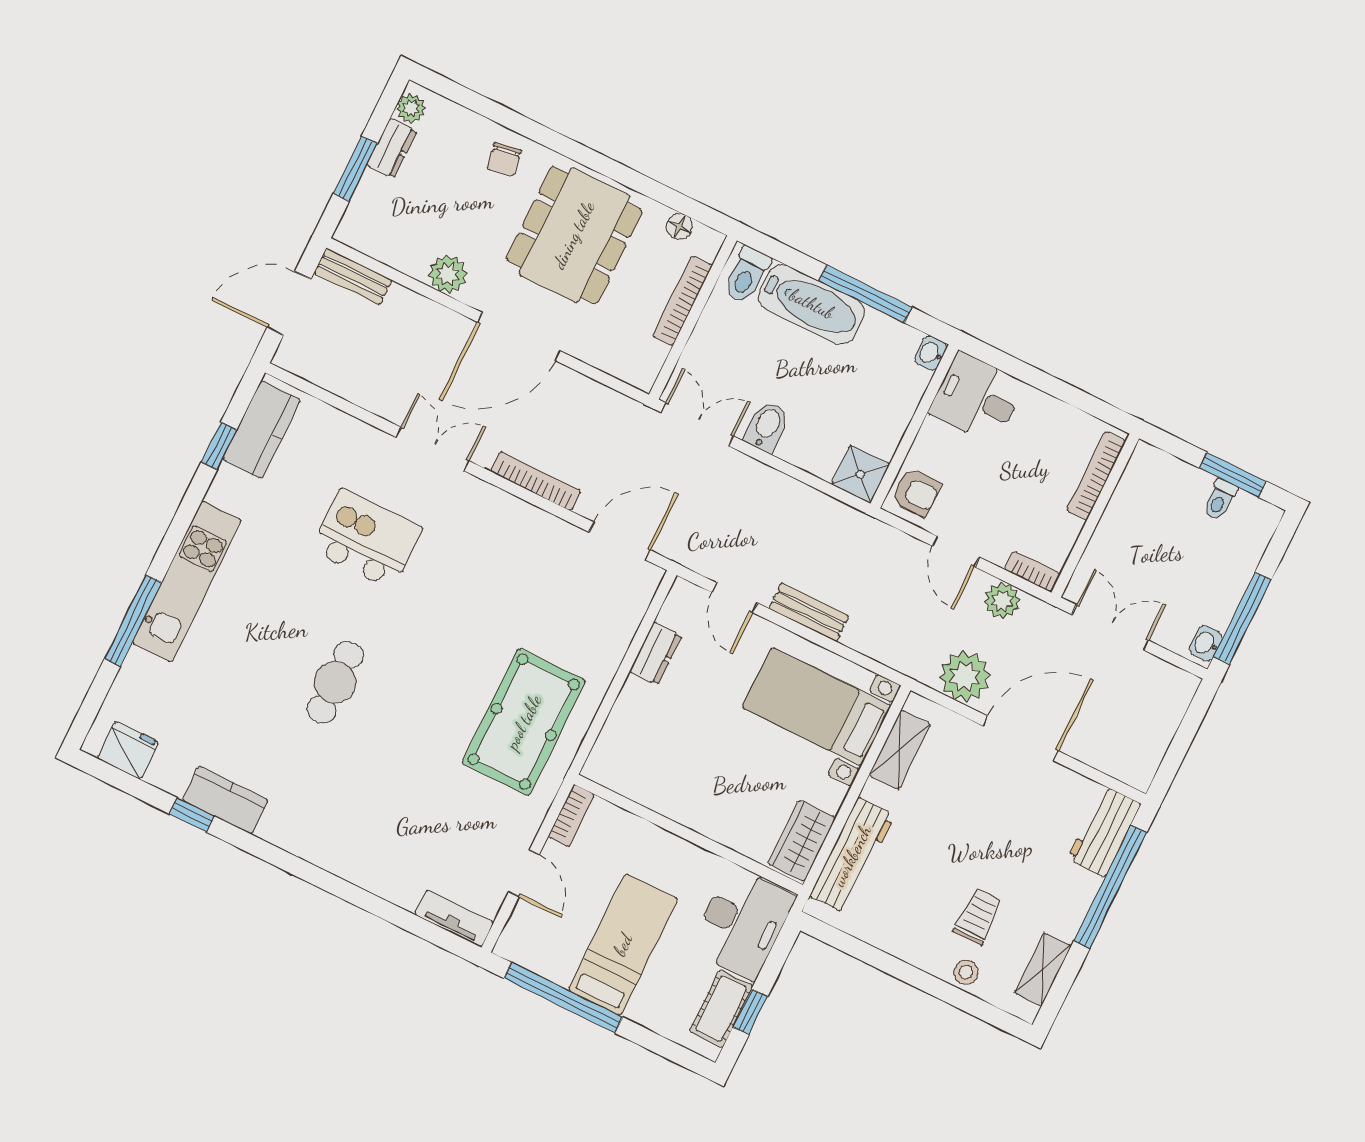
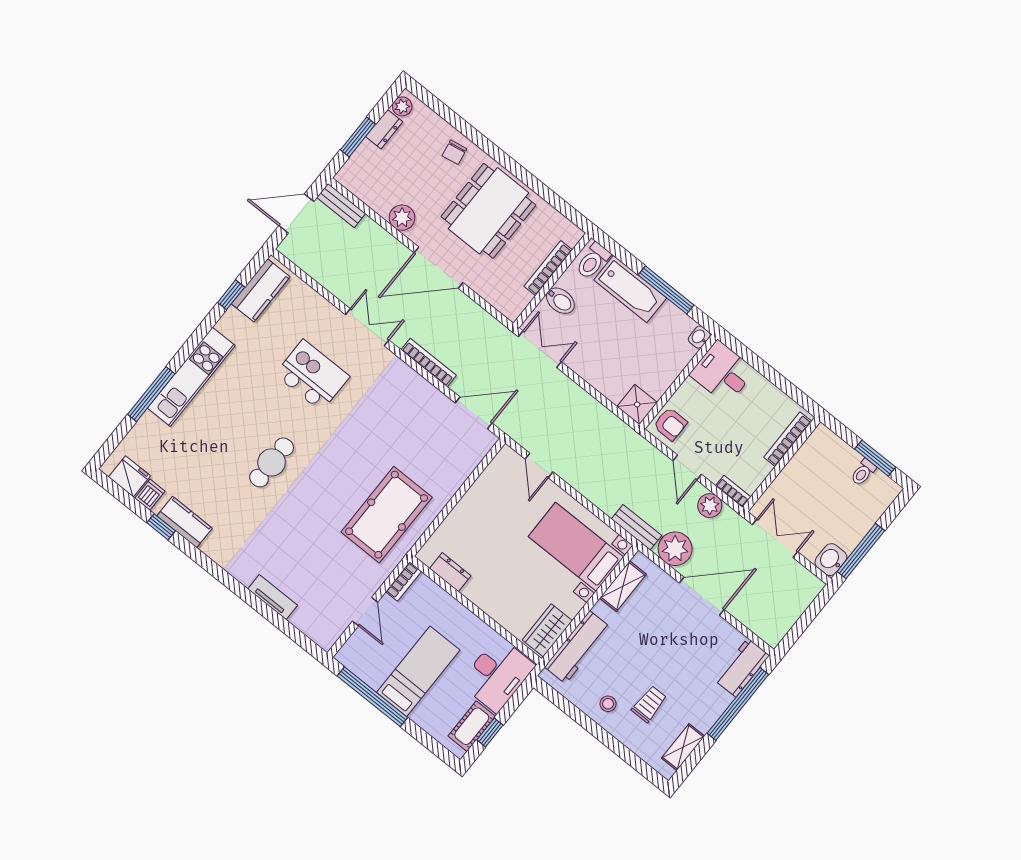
floor lamp: (679, 226) -> (557, 220), removed
bidet: (767, 426) -> (560, 301), moved, turned 90
bench: (809, 612) -> (636, 527), moved
washbasin: (1206, 643) -> (831, 560), width x1.38, depth x1.45
dresser: (656, 654) -> (450, 572), moved, turned -90
dishwasher: (165, 771) -> (150, 495), added
tv unit: (454, 918) -> (273, 597), moved
stool: (966, 972) -> (608, 704), moved

